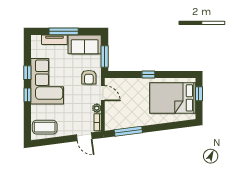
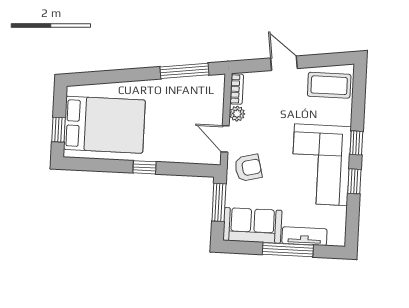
armchair: (89, 77) -> (248, 168), turned 76
door: (84, 137) -> (284, 63), moved

